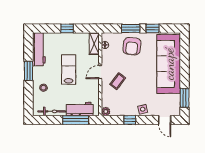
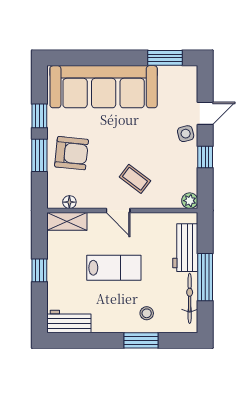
workbench: (39, 49) -> (69, 322), width x0.73
lab bench: (69, 69) -> (114, 268), turned 180
window: (28, 71) -> (141, 340), moved
window: (76, 120) -> (205, 277), moved
door: (165, 120) -> (205, 113), moved

